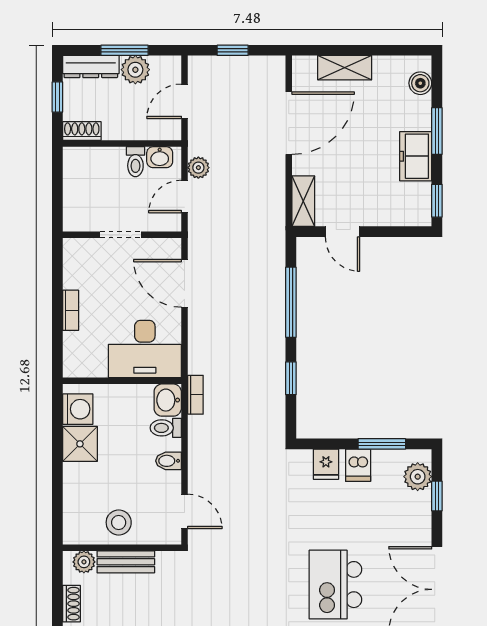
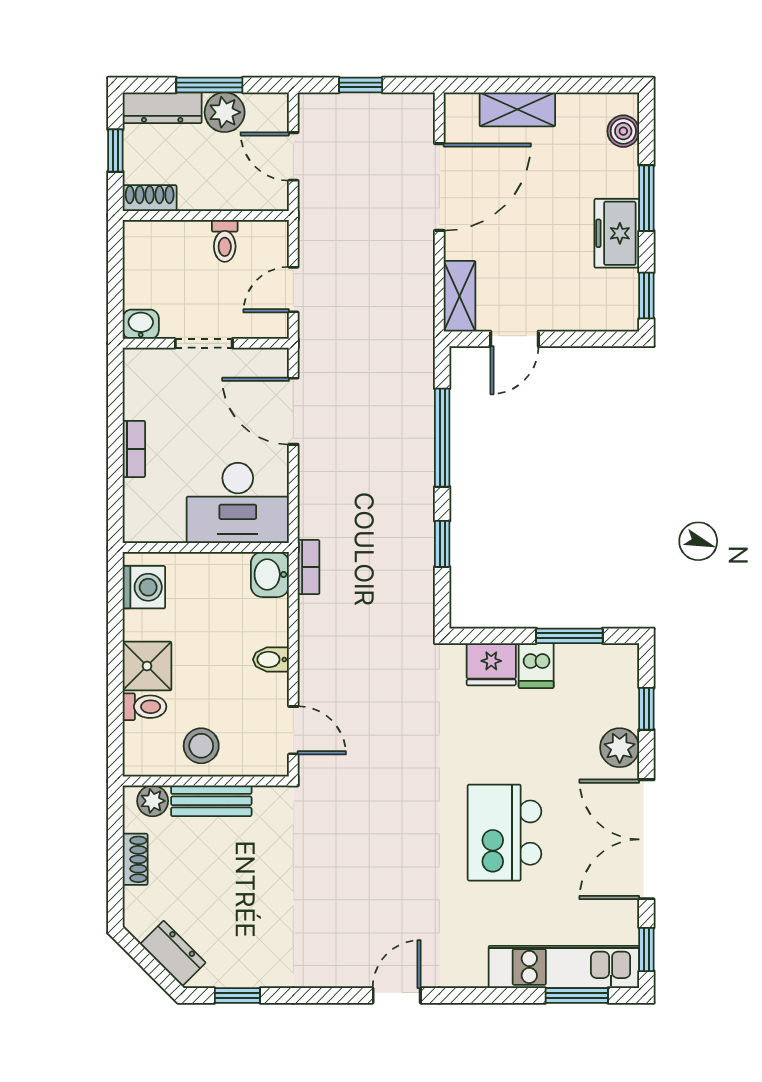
door: (185, 101) -> (293, 156), hinge flipped
washbasin: (160, 157) -> (141, 324), moved, turned 180
plant: (198, 168) -> (313, 249), removed
door: (343, 232) -> (514, 339), hinge flipped
toilet: (166, 428) -> (144, 707), moved, turned 180
shower: (80, 444) -> (147, 666), moved
fridge: (326, 464) -> (491, 664), width x1.38
plant: (418, 477) -> (620, 748), moved

